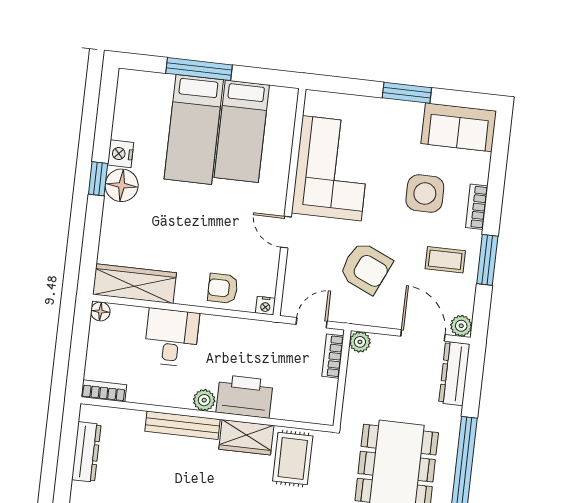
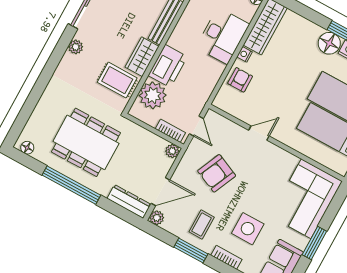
corner sofa: (332, 168) -> (306, 199), moved, turned 90
nightstand: (265, 306) -> (245, 54), moved
desk: (172, 337) -> (223, 36), width x1.37
plant: (204, 400) -> (153, 95), moved, width x1.88, depth x1.88

